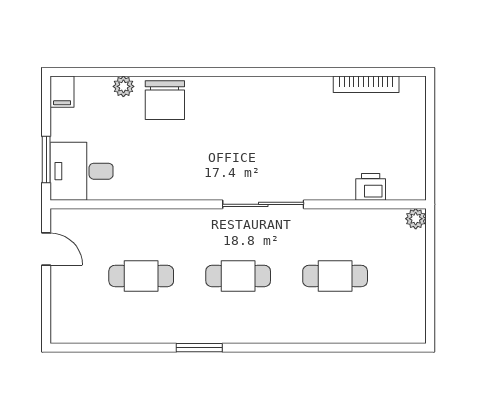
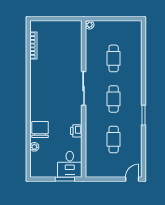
filing cabinet: (62, 92) -> (37, 172), removed
chair: (165, 100) -> (40, 130), turned -90
printer: (371, 187) -> (76, 131), moved
door: (46, 249) -> (132, 179), moved

